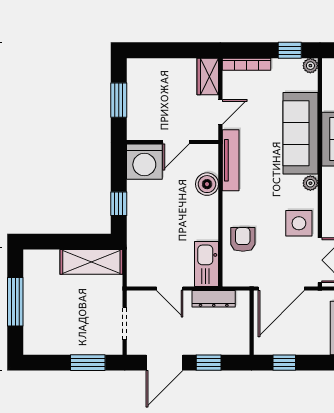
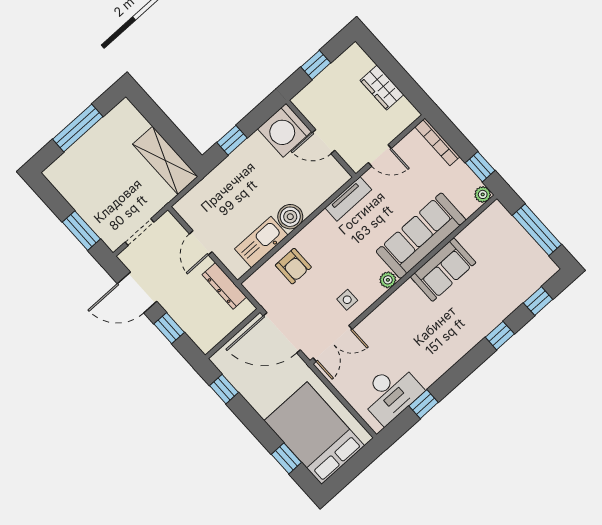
wardrobe: (208, 76) -> (382, 88), moved, turned -90
window: (119, 100) -> (316, 65), width x0.67
tv unit: (231, 160) -> (348, 199), width x0.71
boiler: (207, 184) -> (290, 217), moved
side table: (299, 223) -> (347, 300), width x0.54, depth x0.54
armchair: (243, 239) -> (293, 266), turned 90
kitchen sink: (206, 264) -> (261, 242), moved

